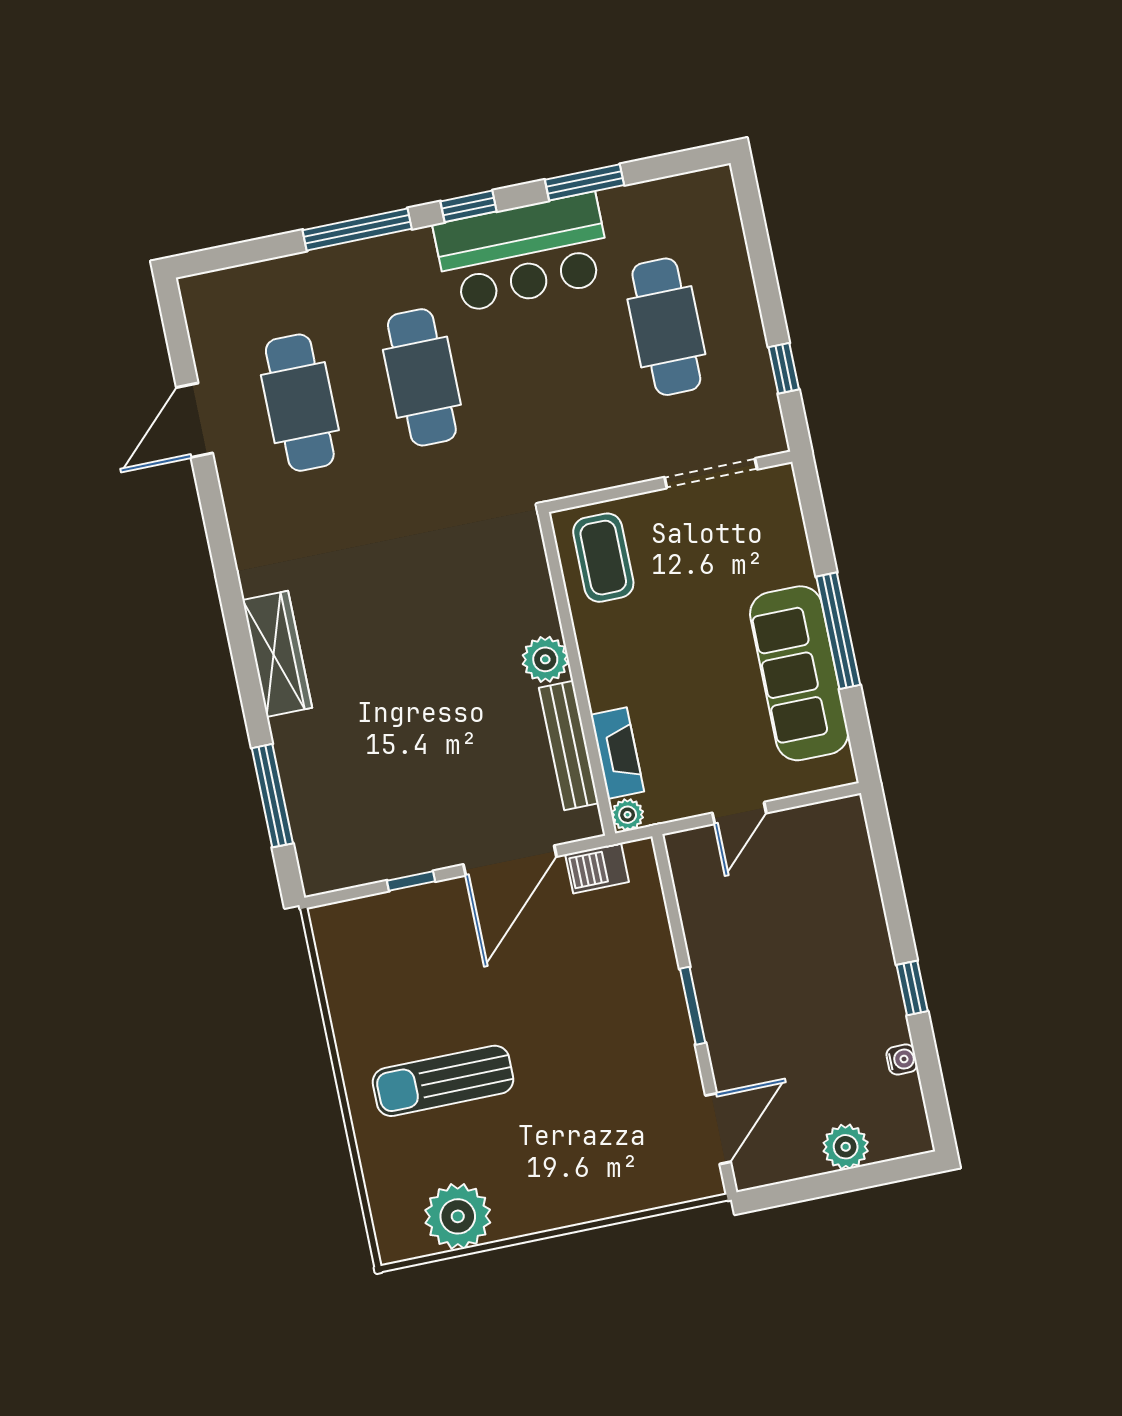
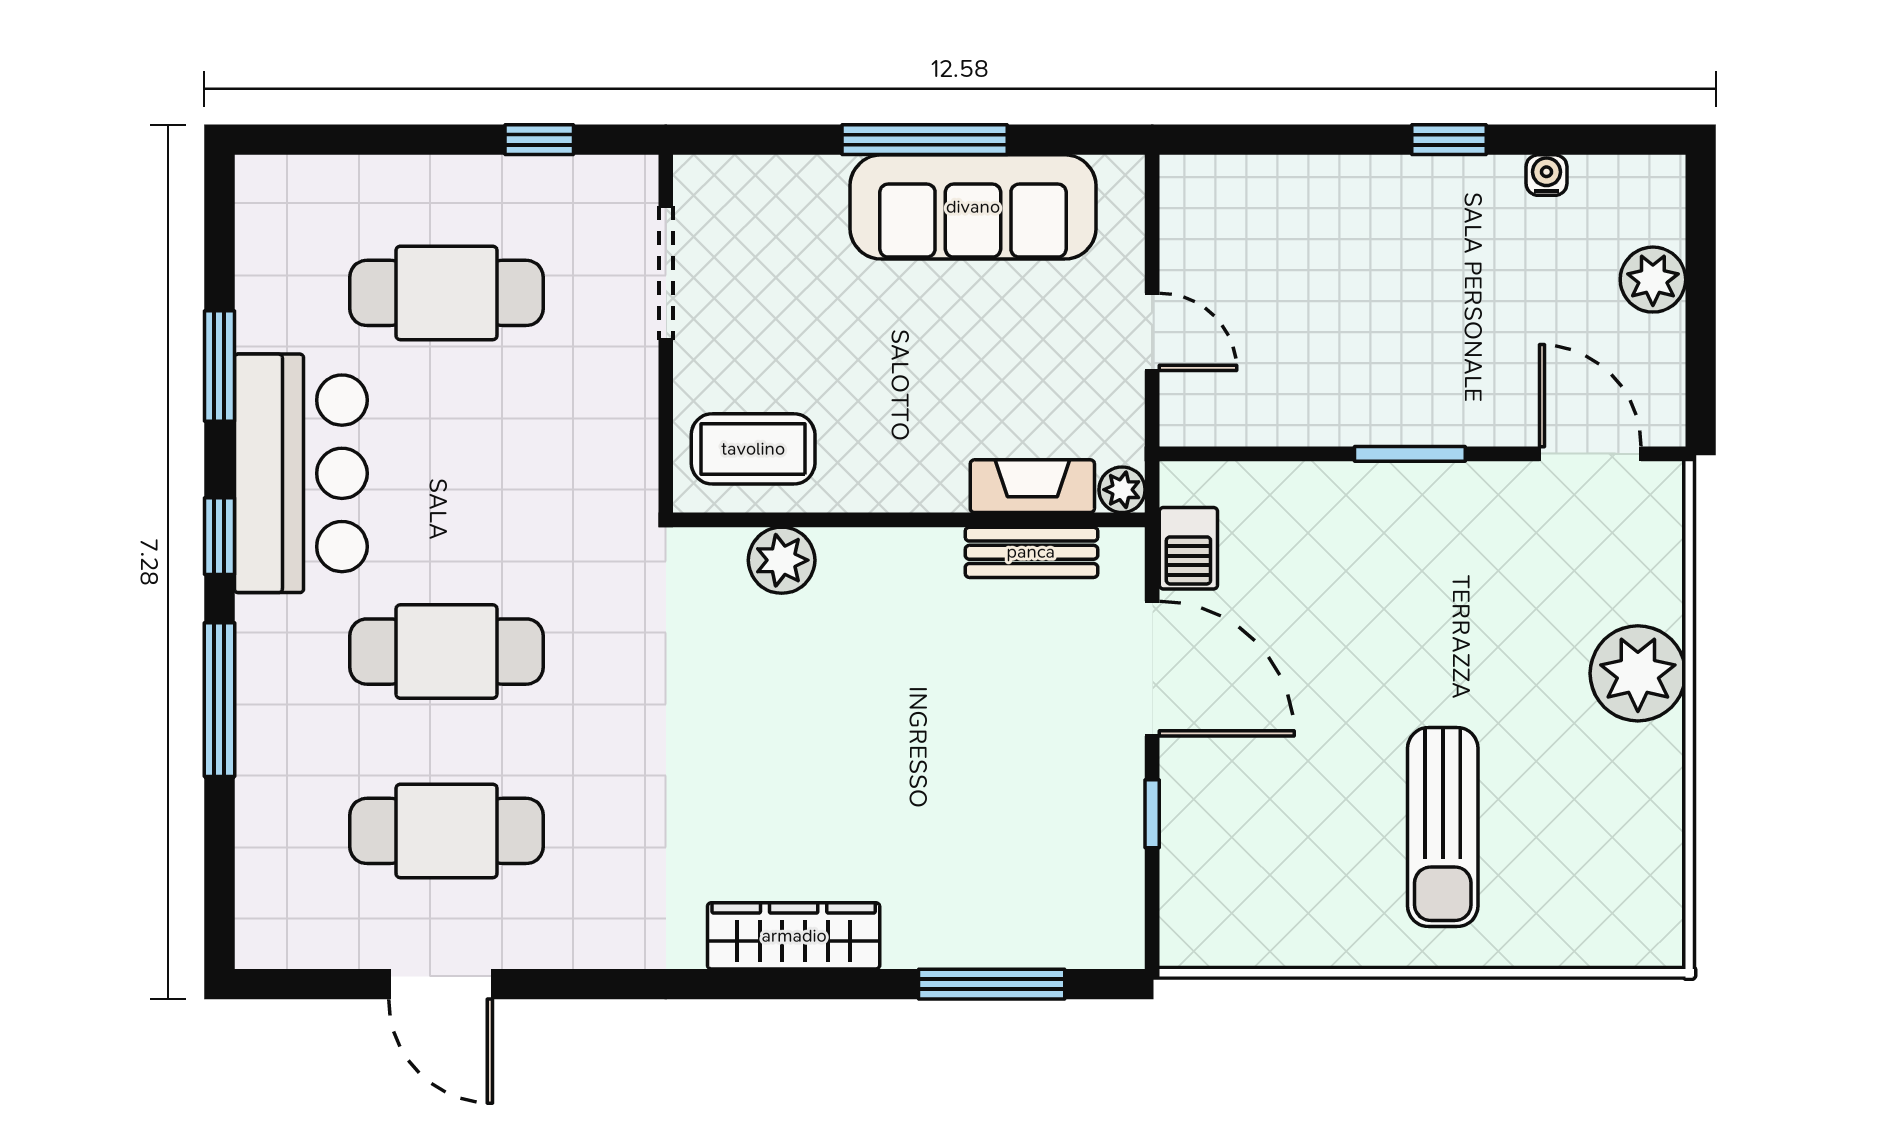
plant: (545, 659) -> (782, 560), moved
bench: (569, 745) -> (1031, 552), width x0.73
plant: (458, 1216) -> (1638, 673), moved

